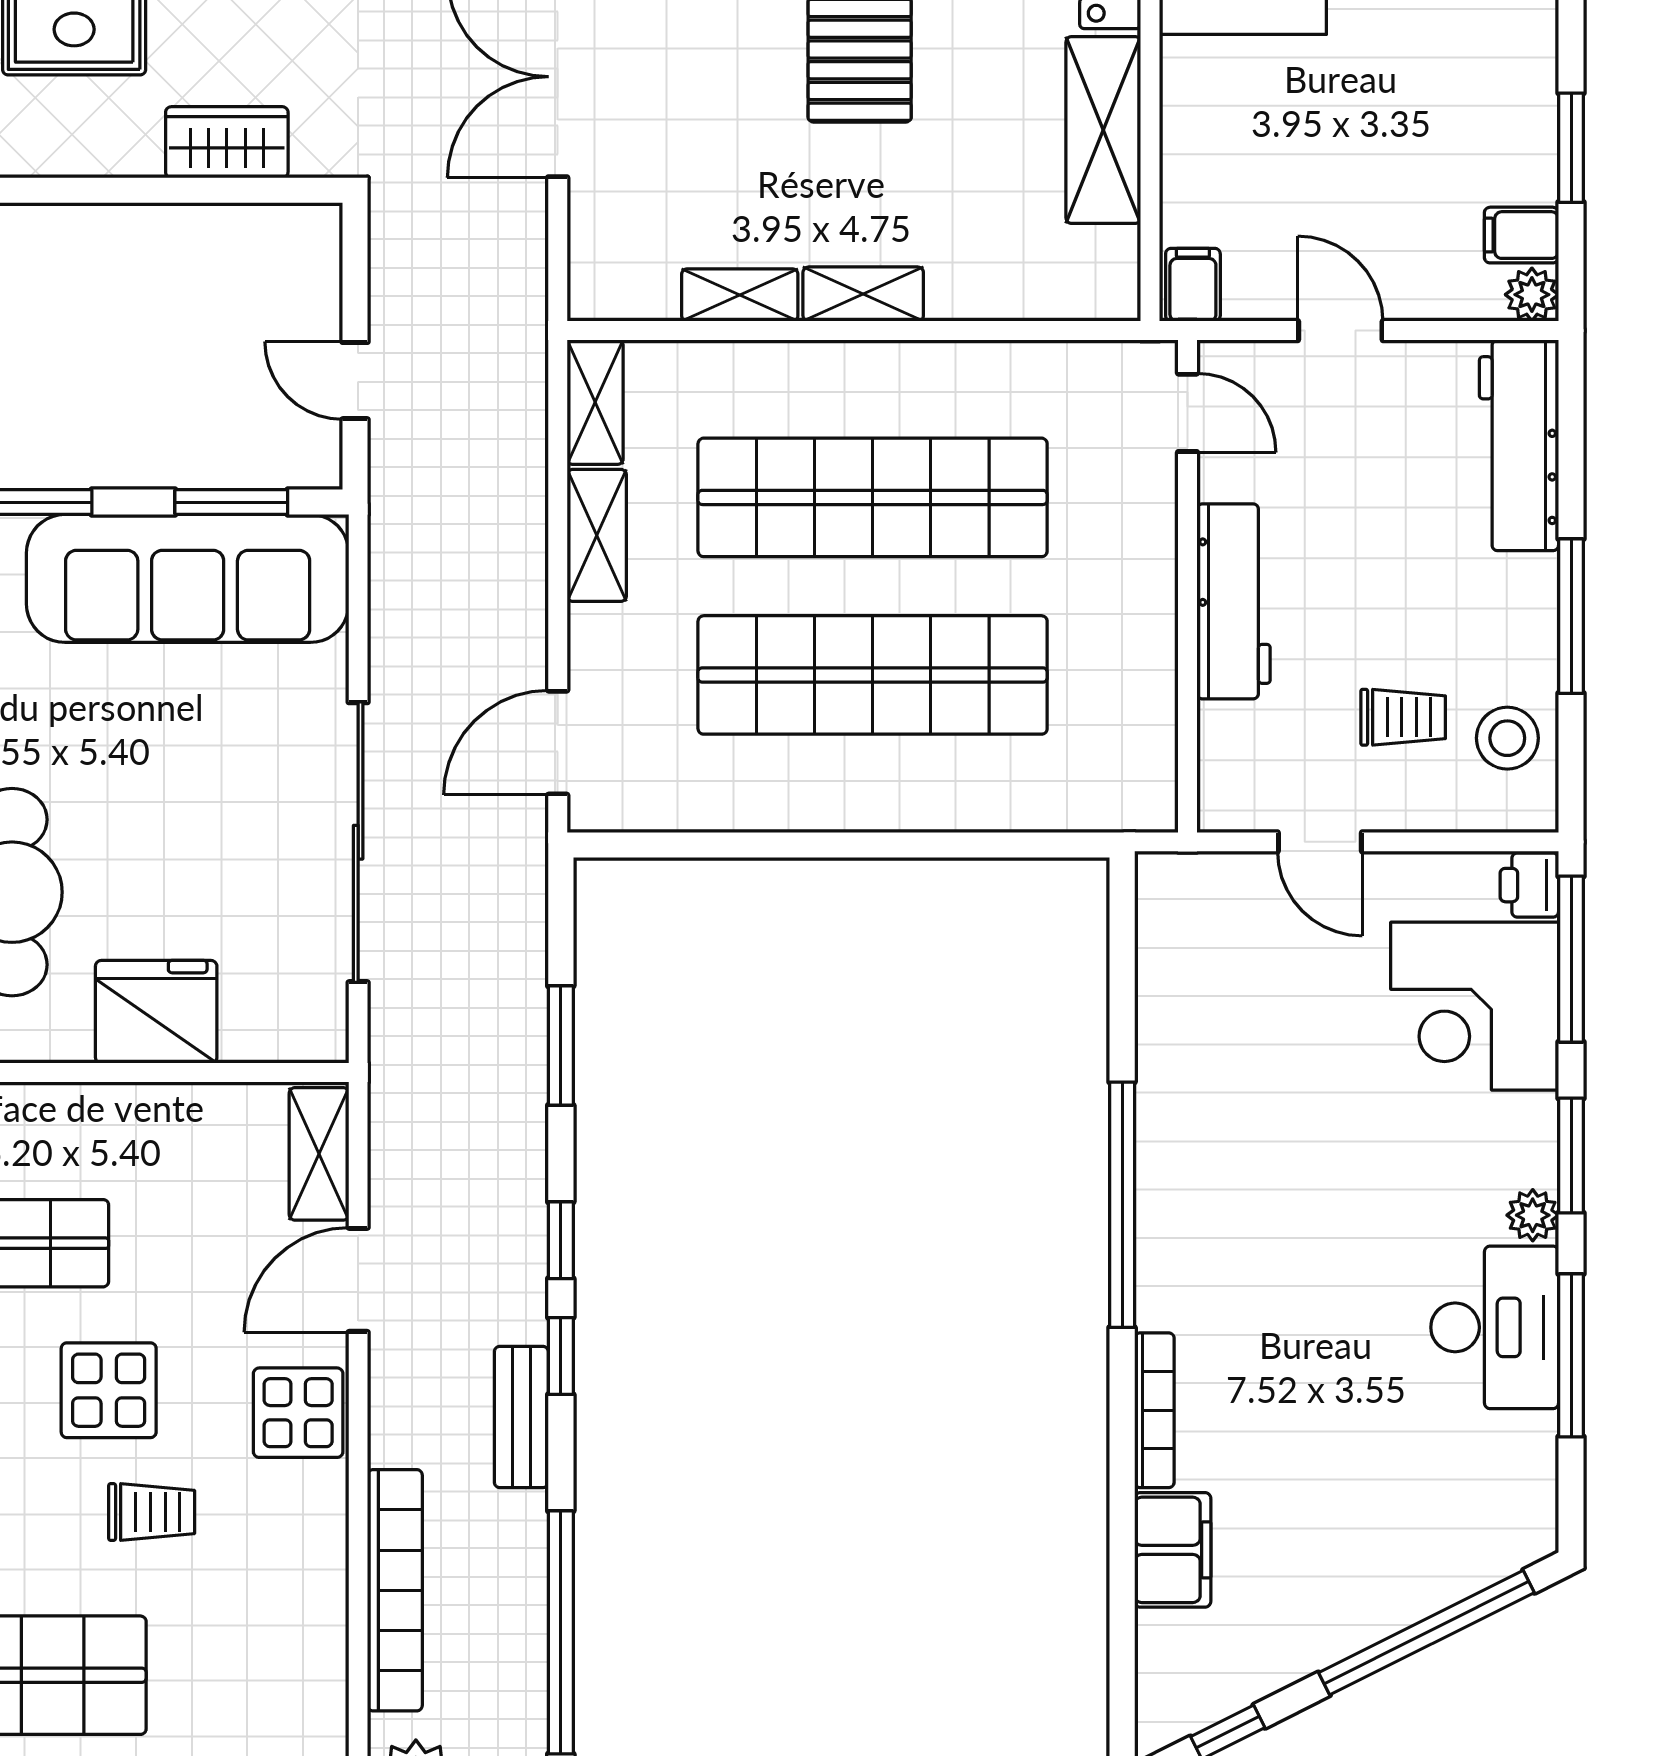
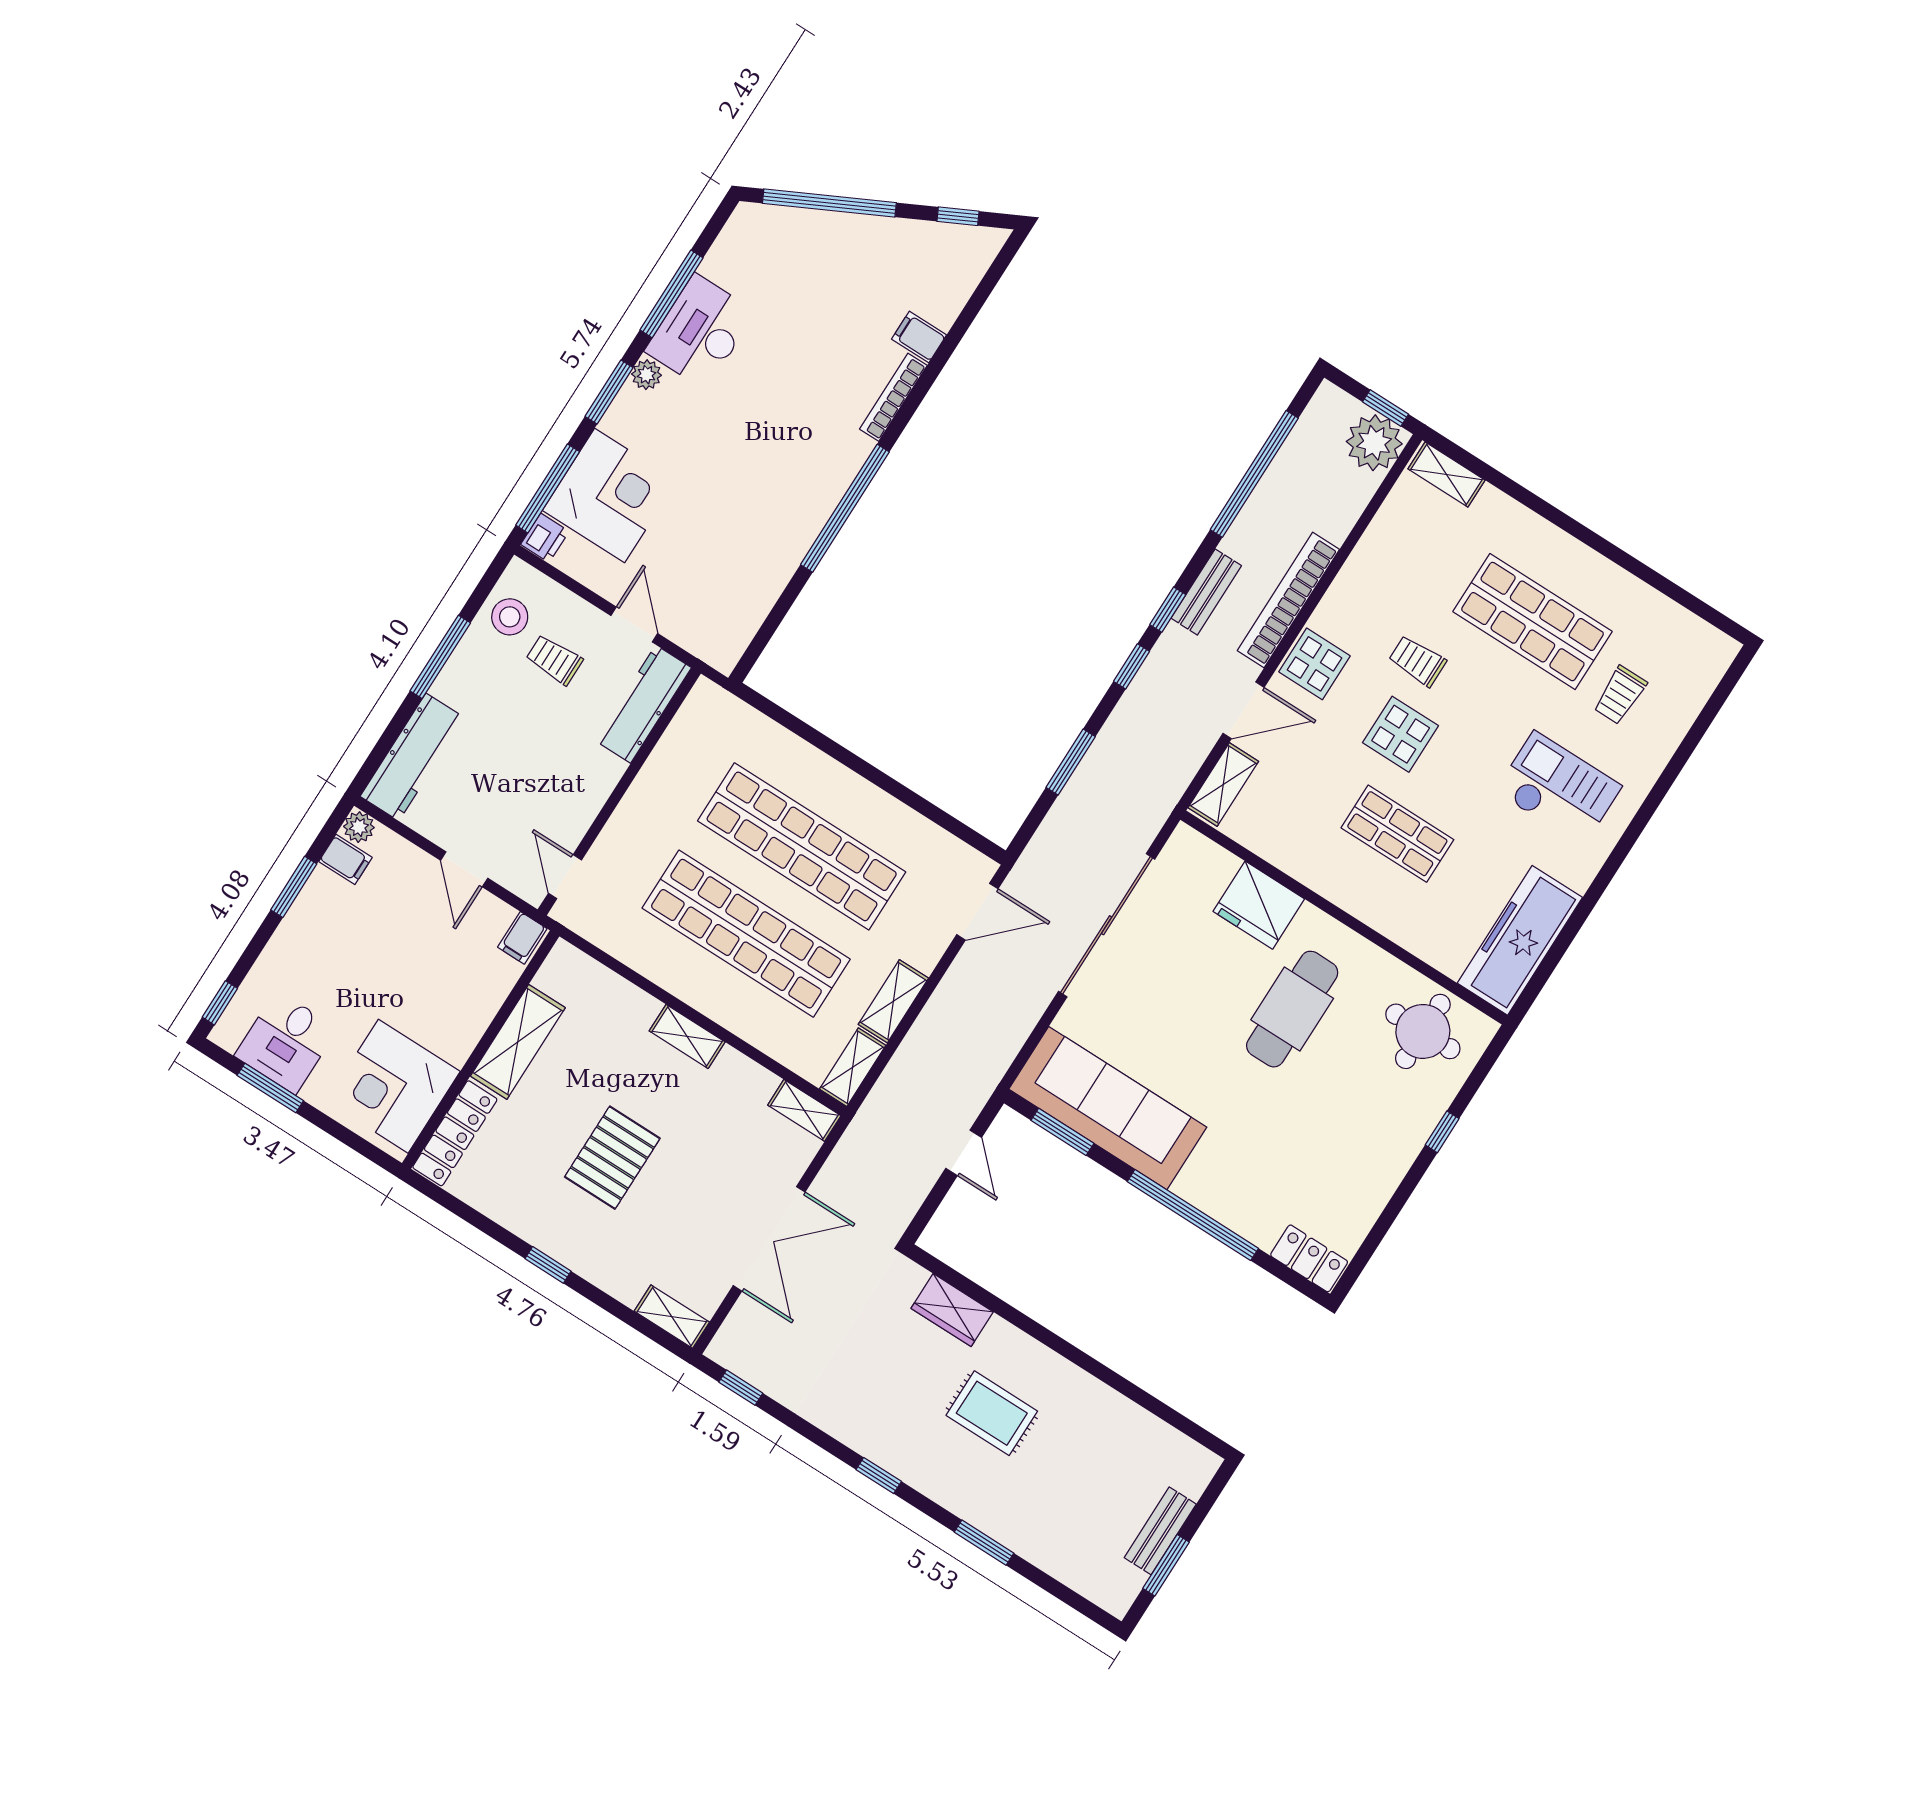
shelving: (740, 295) -> (804, 1110), moved
workbench: (1234, 601) -> (643, 704), moved
filing cabinet: (1173, 1550) -> (919, 337), width x0.50
bookcase: (395, 1590) -> (1288, 600), moved

